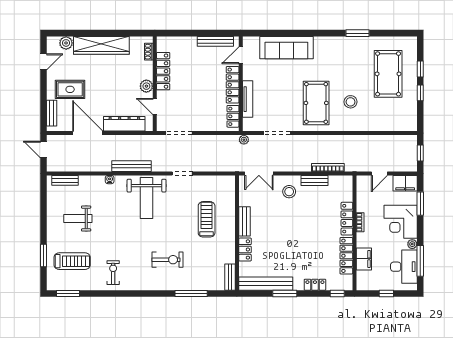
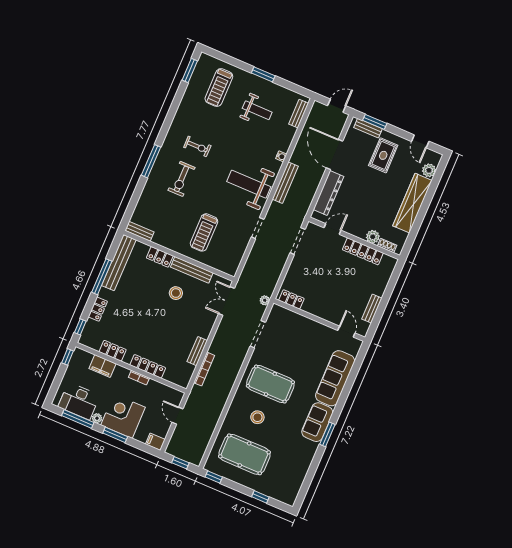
window: (358, 33) -> (327, 434), moved
bench: (215, 41) -> (372, 309), width x0.73
sofa: (332, 47) -> (317, 422), added
pool table: (388, 74) -> (244, 454), moved
locker: (233, 85) -> (322, 312), removed
plant: (146, 86) -> (373, 237), moved
window: (420, 93) -> (214, 477), moved
tv unit: (248, 99) -> (302, 320), removed
window: (44, 110) -> (375, 122), added
door: (88, 133) -> (334, 154), swing flipped
filing cabinet: (405, 183) -> (155, 442), width x0.50
stool: (289, 192) -> (176, 293), moved
window: (420, 204) -> (115, 435), moved
weight bench: (78, 218) -> (257, 110), turned 90
treadmill: (207, 219) -> (204, 232), turned 90
bench: (244, 221) -> (192, 270), width x1.36
window: (44, 255) -> (263, 74), moved
locker: (346, 256) -> (113, 351), width x0.66
exercise bike: (113, 273) -> (197, 146), moved
window: (191, 294) -> (151, 161), moved
window: (285, 294) -> (102, 277), width x1.44
window: (386, 294) -> (68, 357), moved

